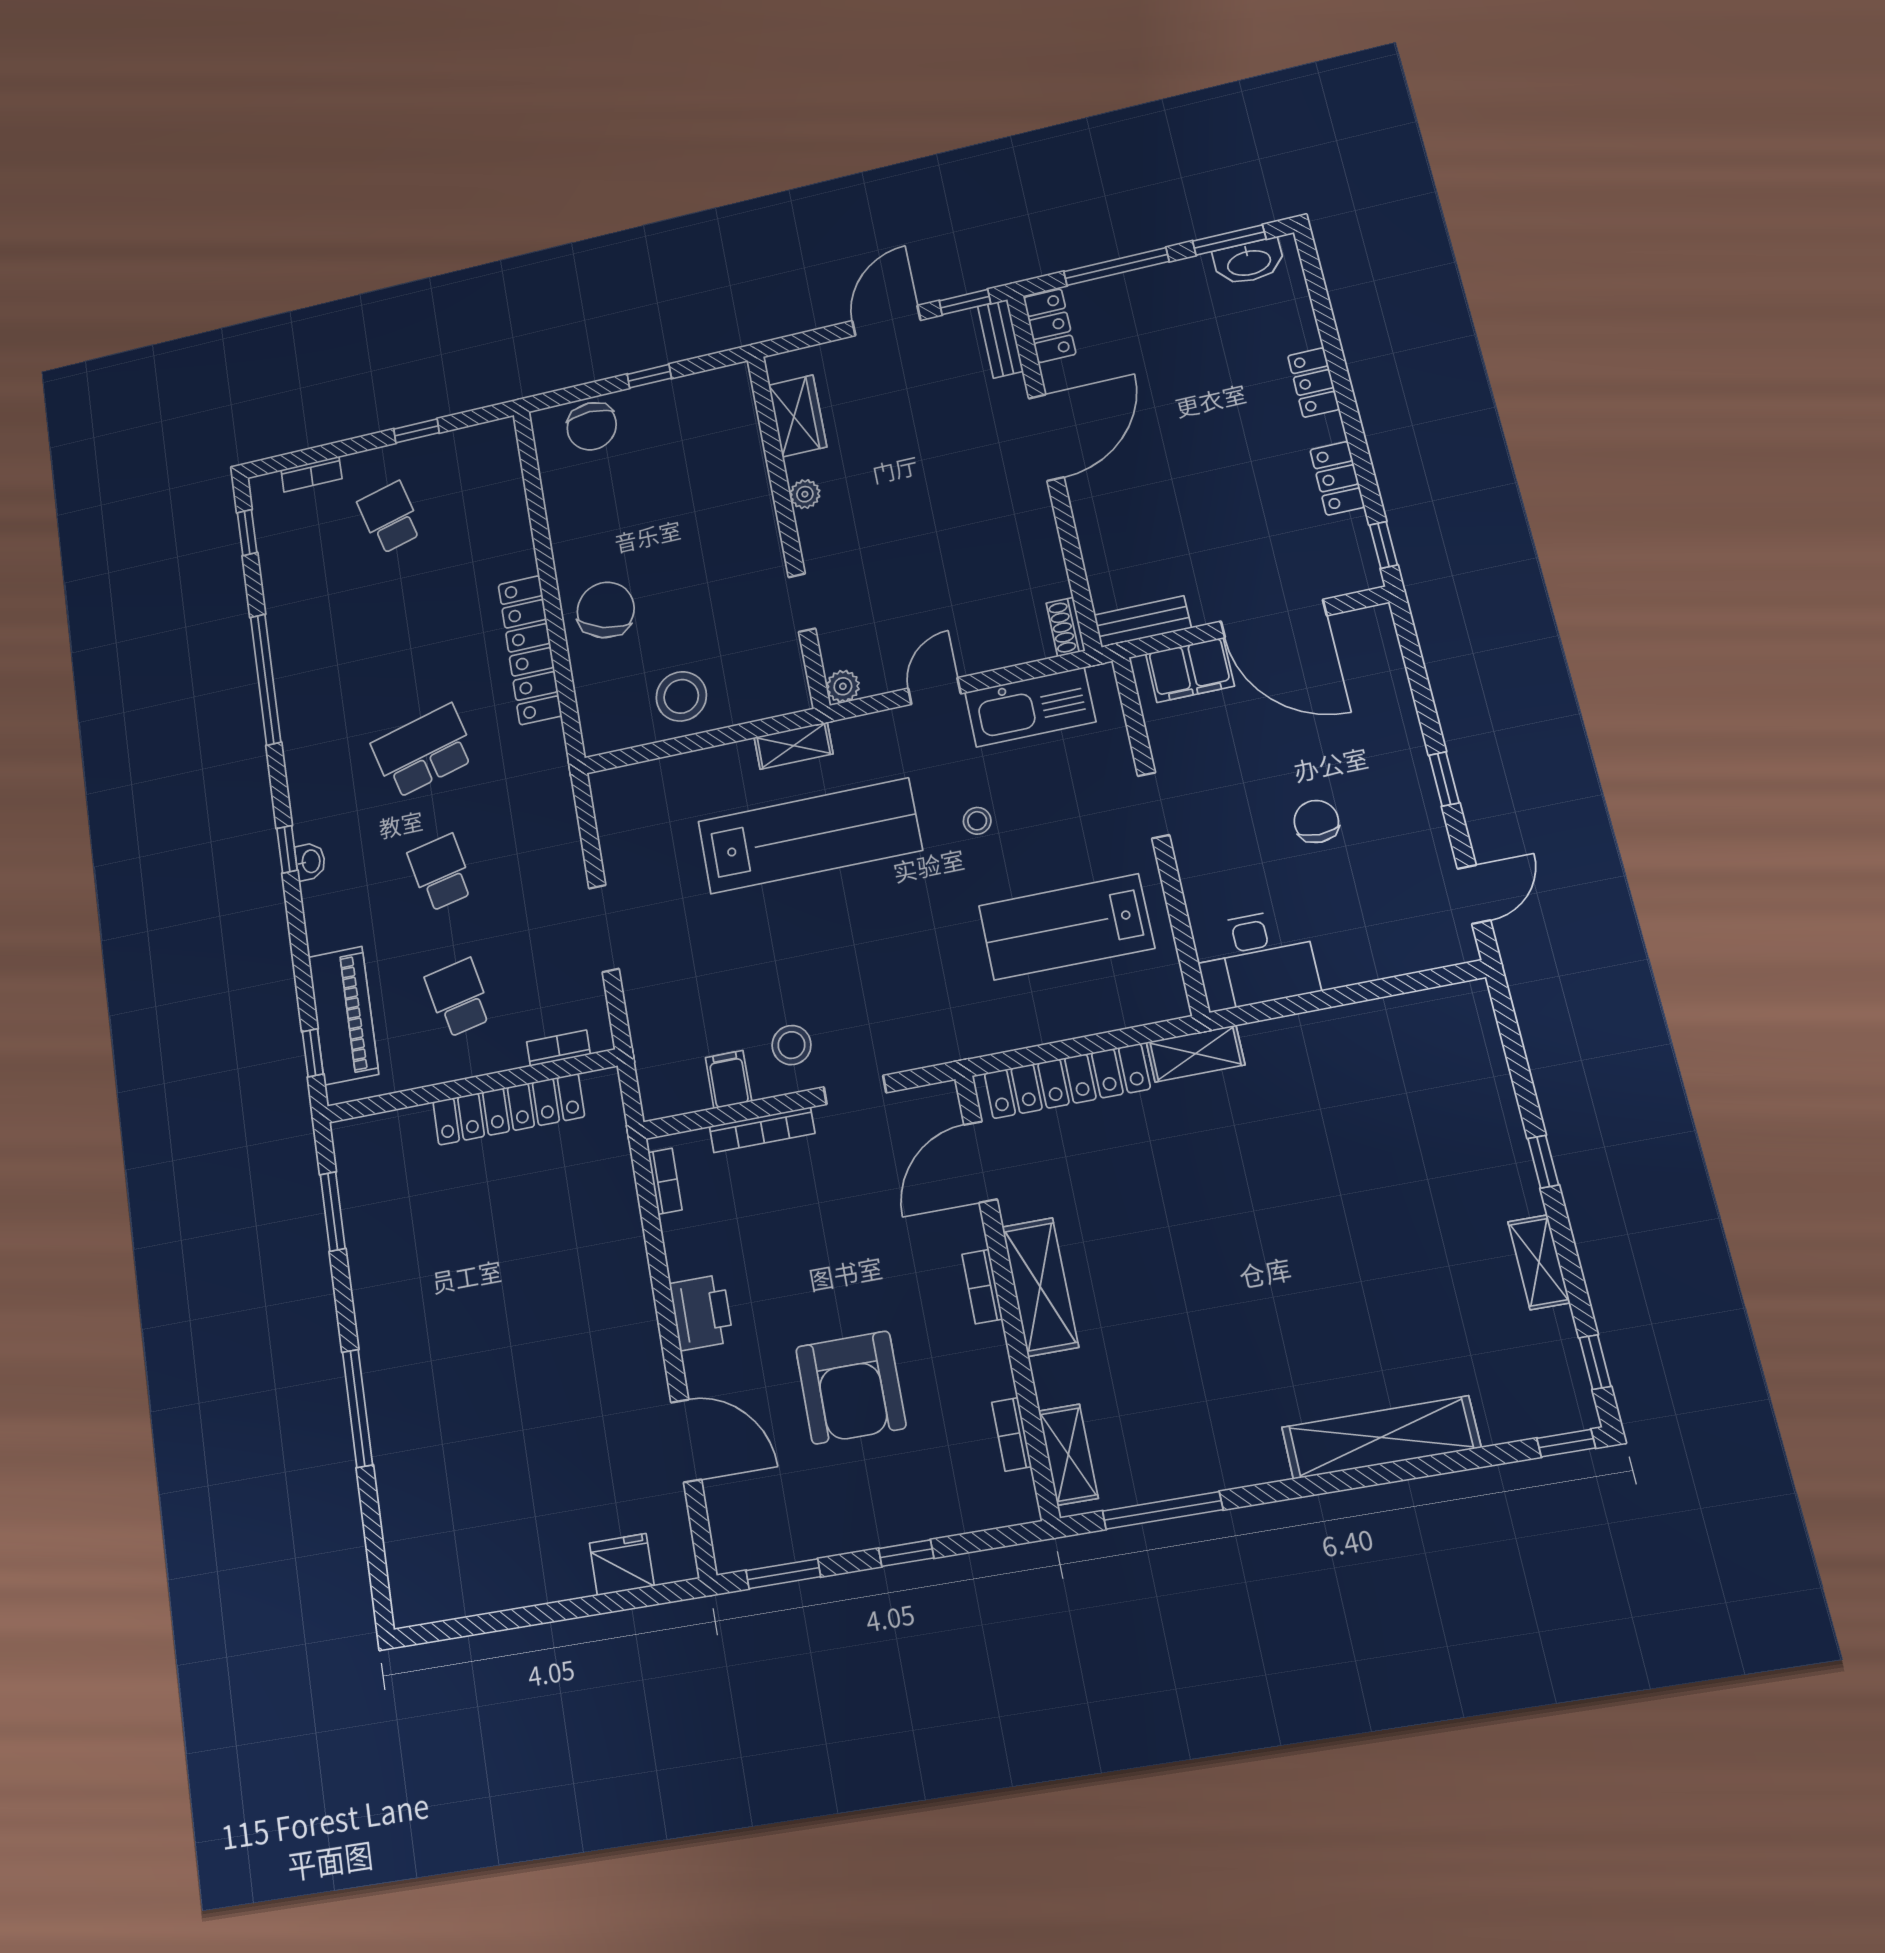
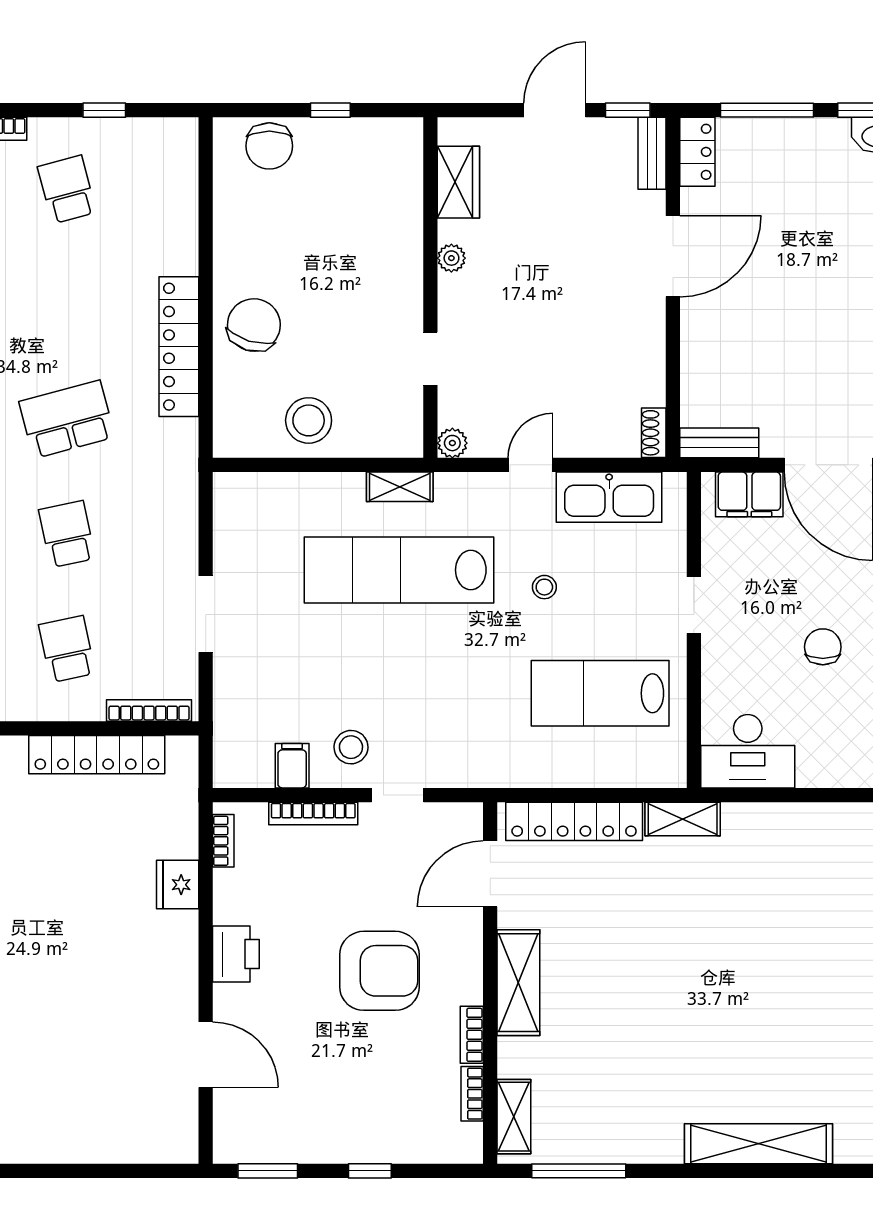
lab bench: (810, 836) -> (399, 570), turned 180
bookcase: (558, 1048) -> (149, 710), width x1.56
bookcase: (982, 1287) -> (472, 1035), moved
armchair: (851, 1387) -> (379, 971), moved, turned -90
fridge: (622, 1564) -> (178, 885), moved, turned -90

